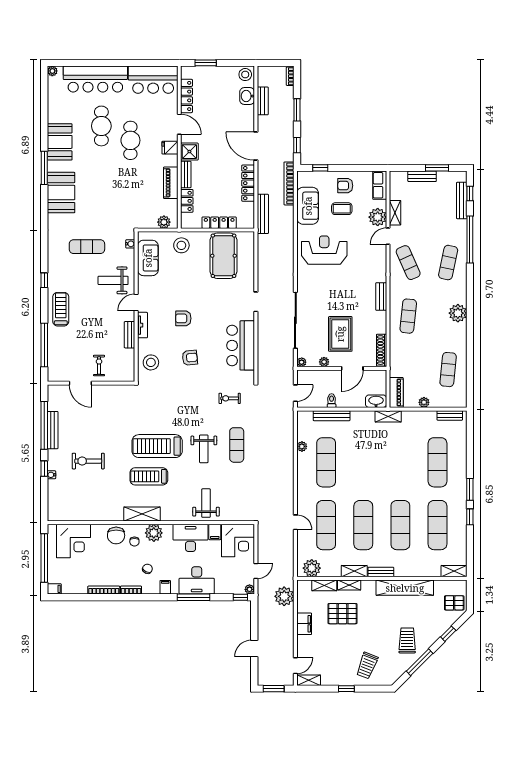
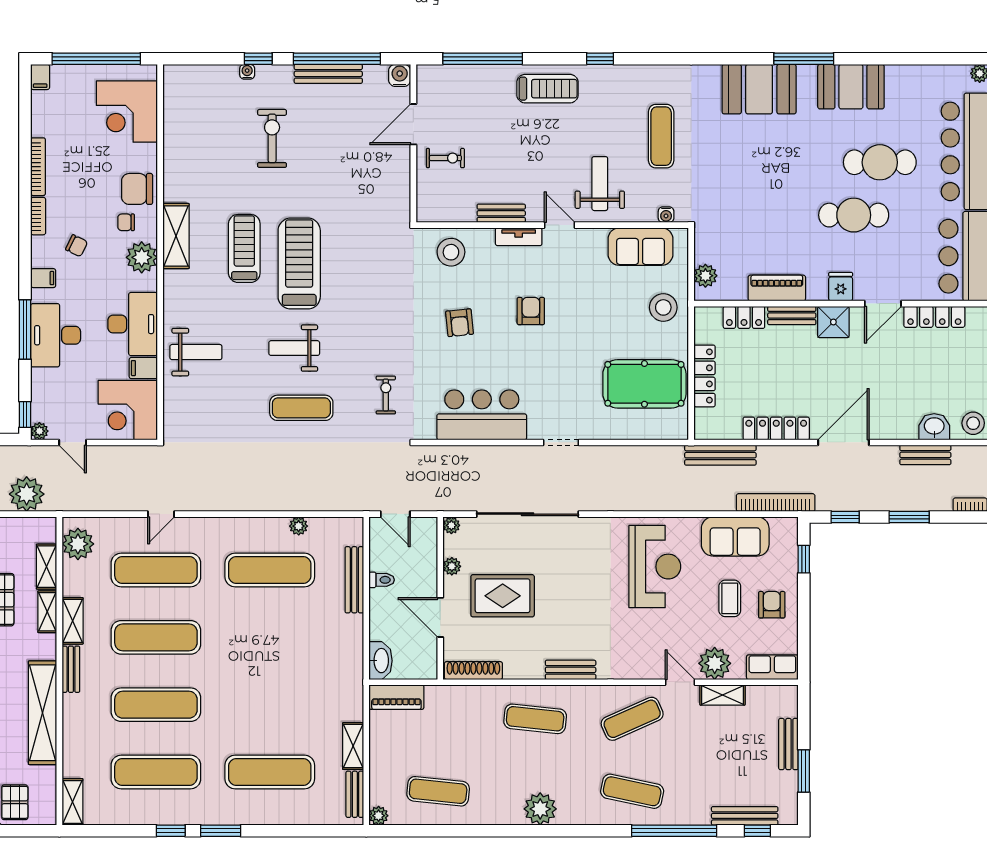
water cooler: (53, 391) -> (400, 75), added
plant: (424, 402) -> (379, 816), moved
shelving: (388, 416) -> (353, 746), moved

